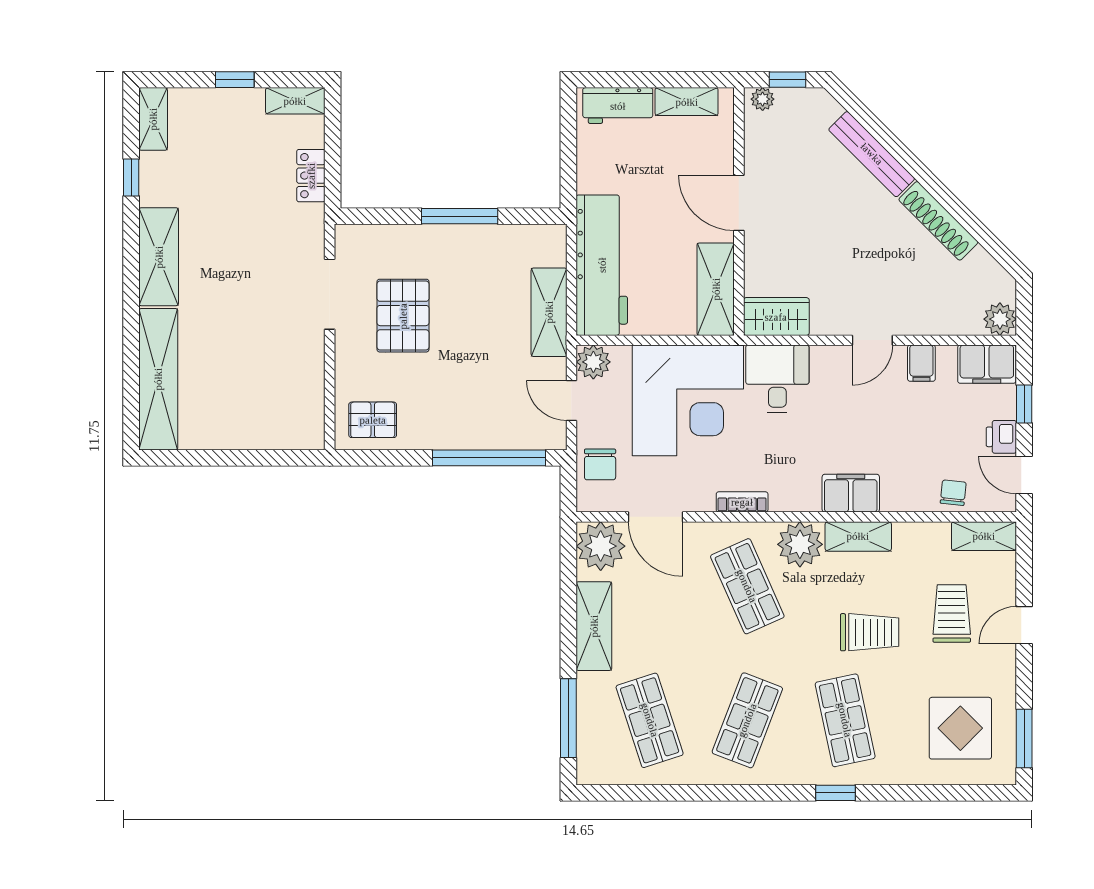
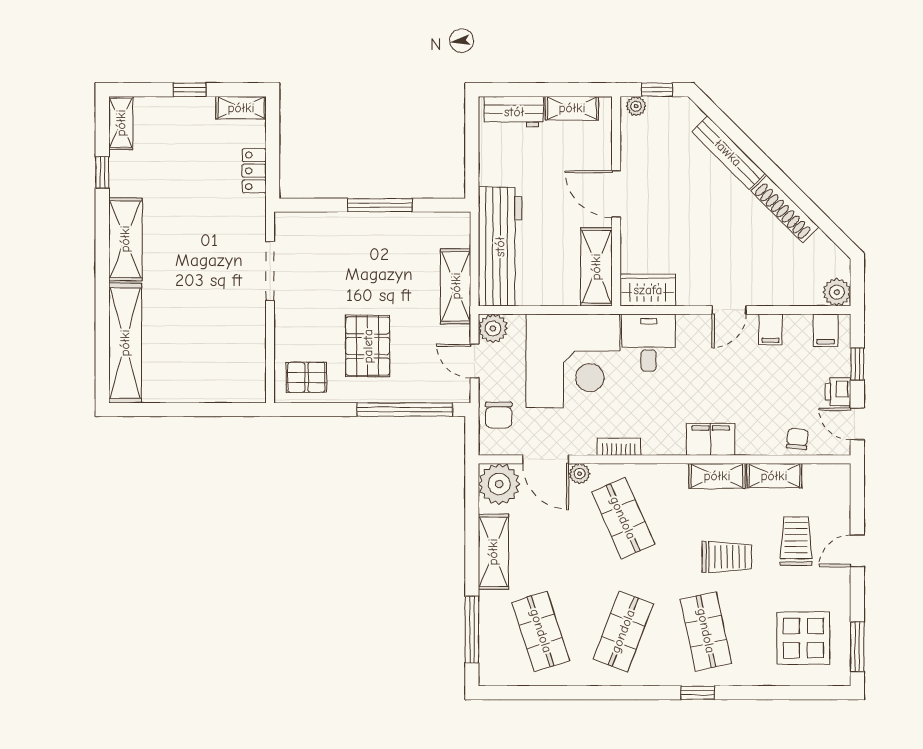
pallet: (403, 316) -> (368, 346), moved
filing cabinet: (987, 364) -> (826, 330), width x0.50
shelving: (984, 536) -> (774, 476), moved
plant: (800, 544) -> (580, 474), moved, width x0.53, depth x0.53

